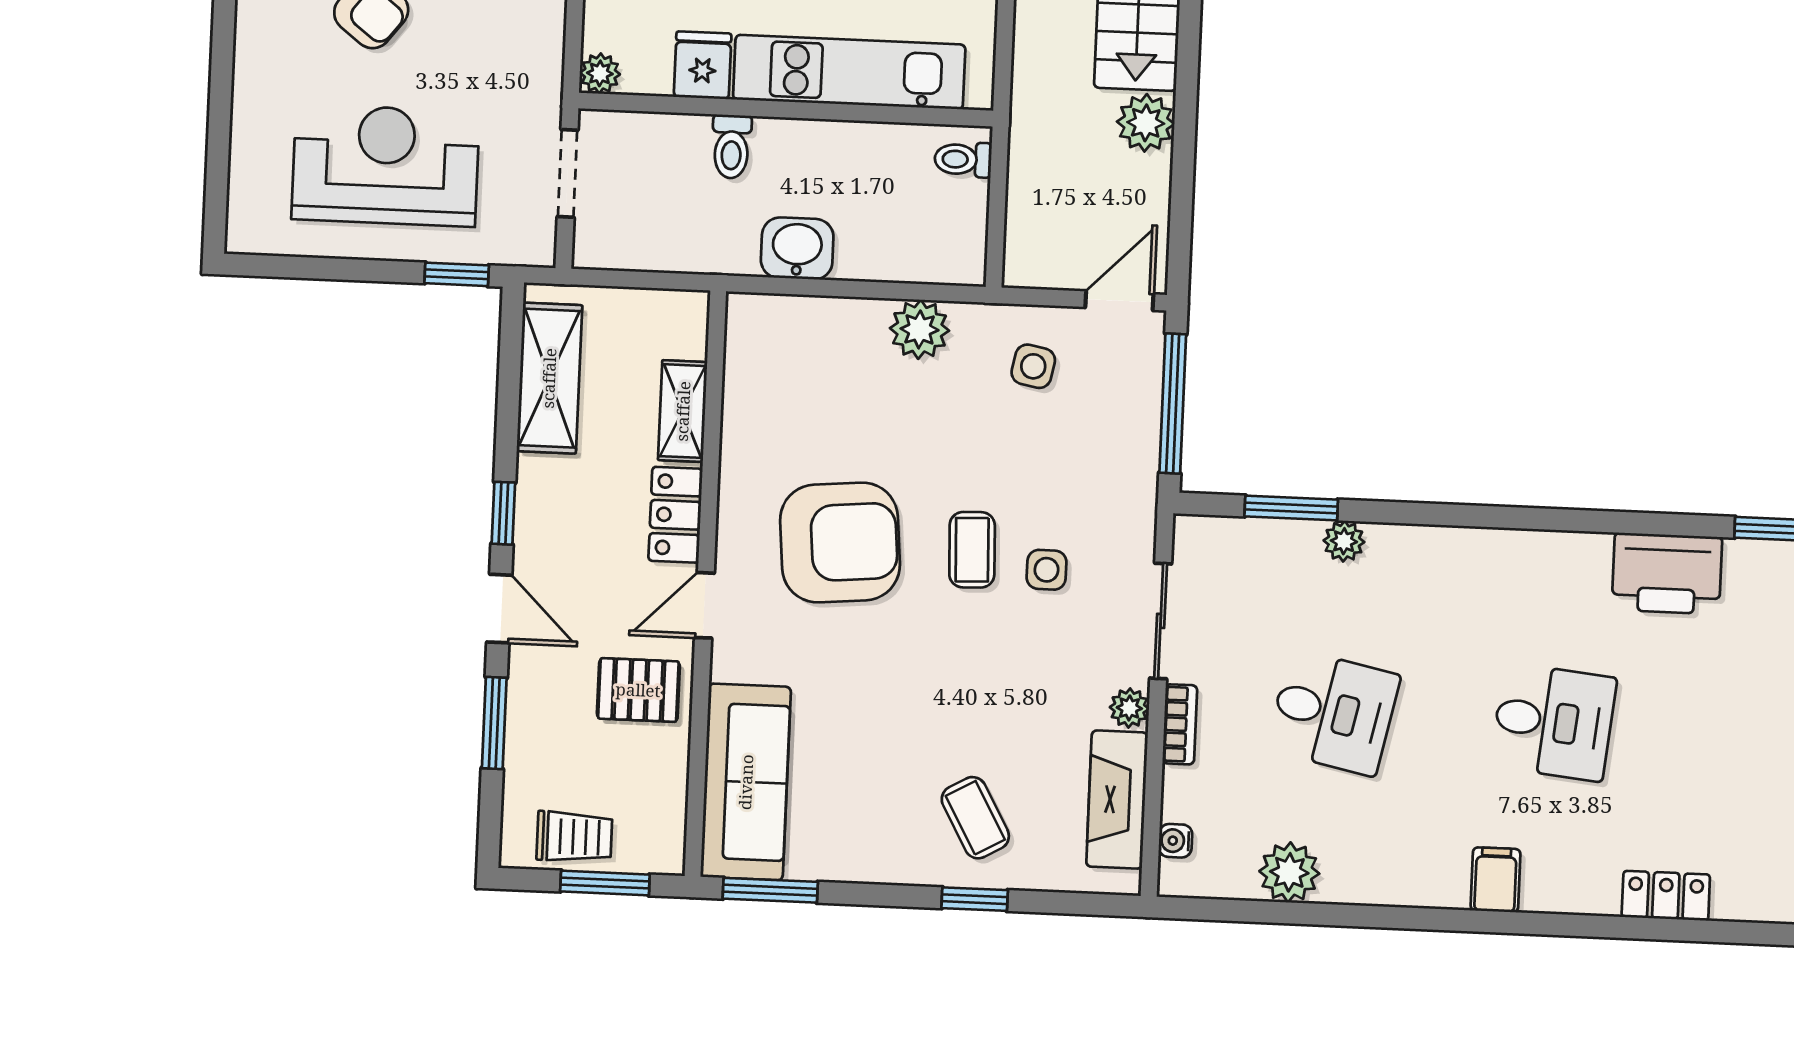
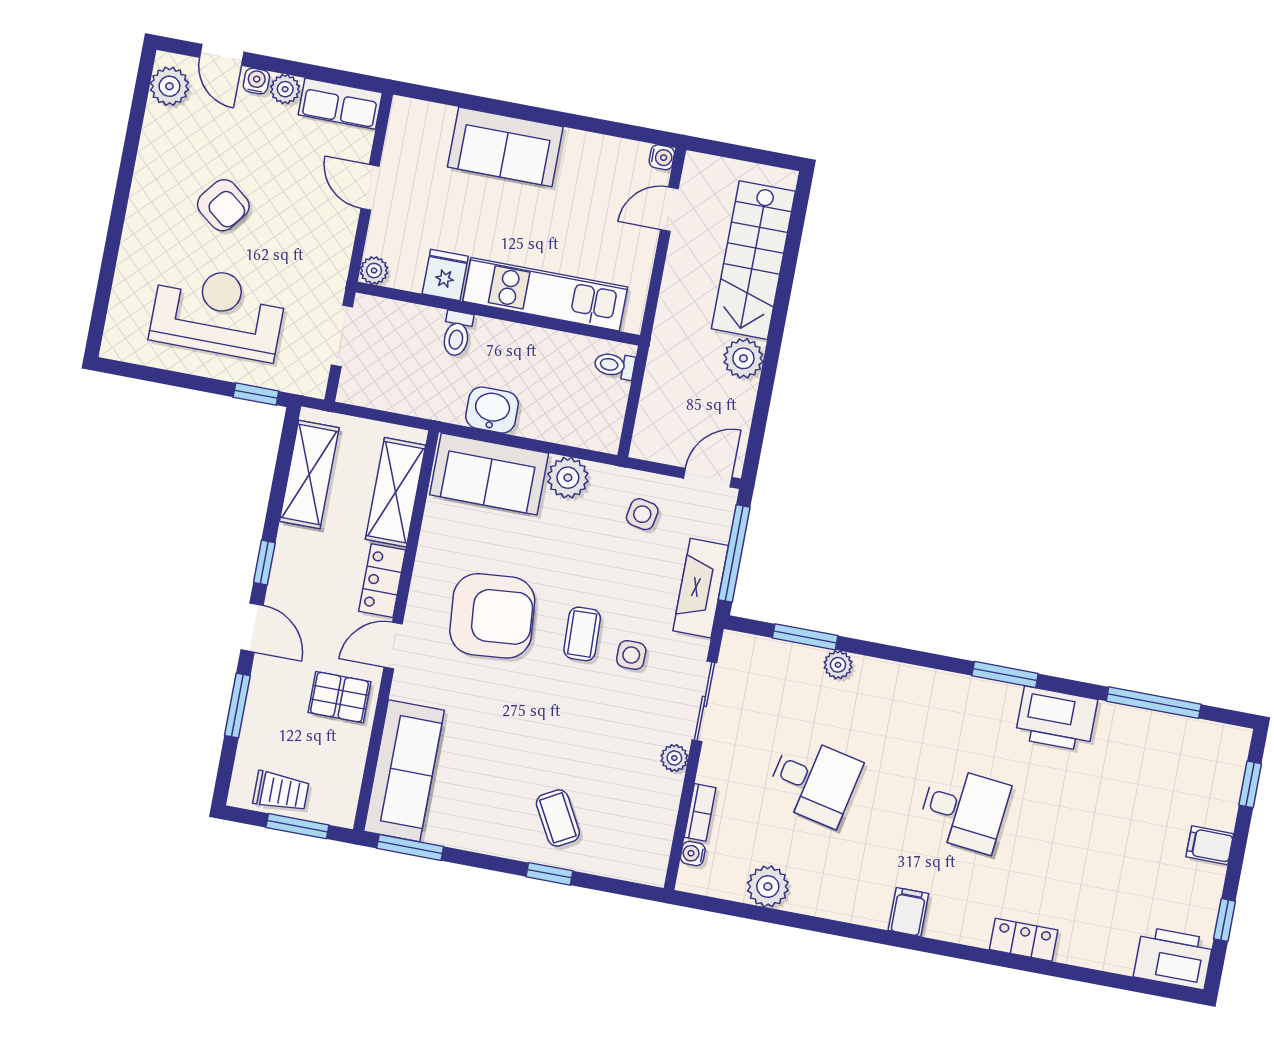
sofa: (806, 340) -> (489, 474), added
shelving: (683, 411) -> (395, 492), width x1.50, depth x1.33
window: (1585, 521) -> (1005, 675), added
bookcase: (1180, 724) -> (700, 812), moved
fireplace: (1117, 800) -> (701, 588), moved

